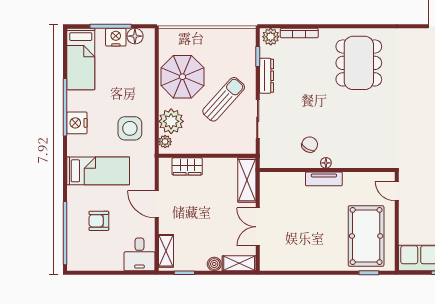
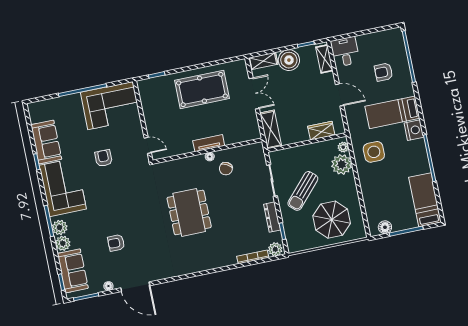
nightstand: (116, 37) -> (400, 223), removed
dining table: (359, 63) -> (189, 212), moved
parasol: (182, 77) -> (332, 220), moved
nightstand: (77, 123) -> (414, 130), moved
armchair: (99, 221) -> (384, 72), turned 180
pool table: (366, 236) -> (202, 89), moved, turned 90
boiler: (214, 264) -> (289, 60), width x1.86, depth x1.86

